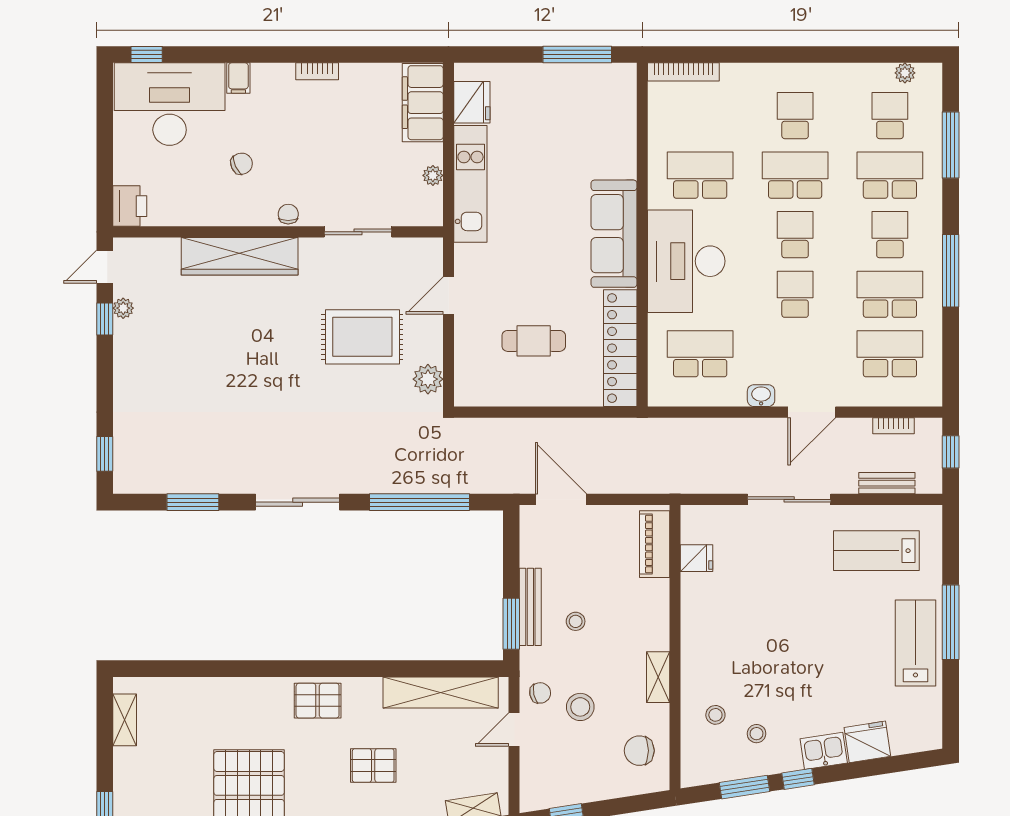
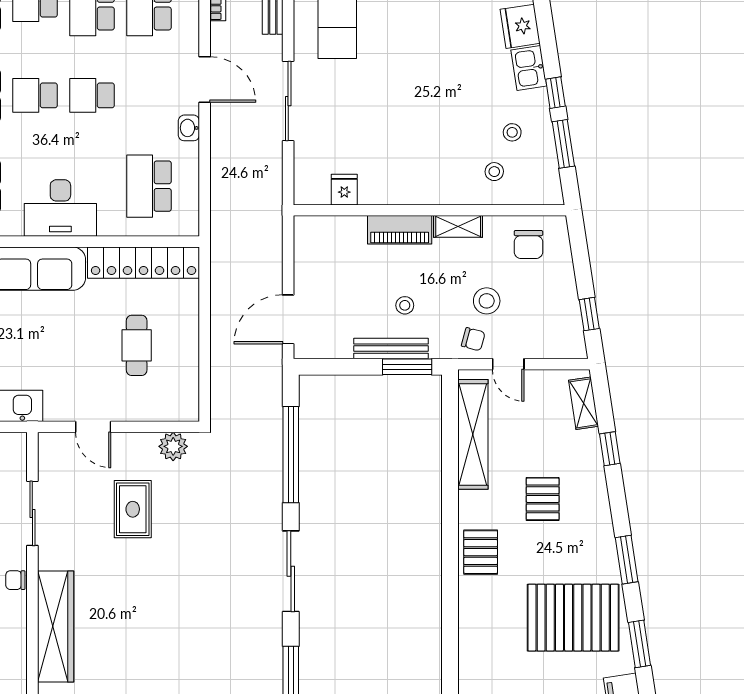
desk: (686, 261) -> (60, 208), width x0.73, depth x0.77
rug: (362, 337) -> (133, 509), width x0.73, depth x0.70
piano: (655, 544) -> (400, 230), moved
chair: (540, 693) -> (473, 339), turned 117

